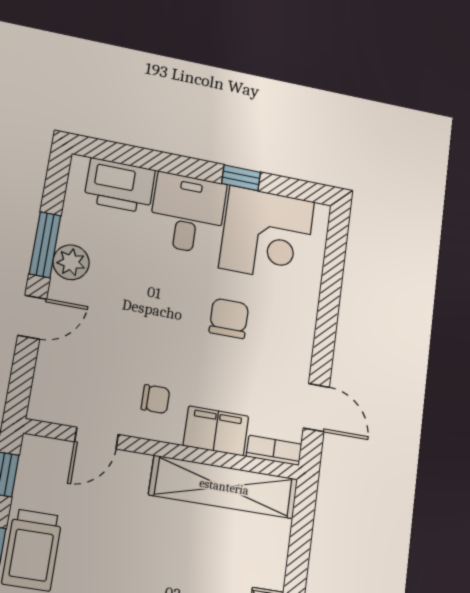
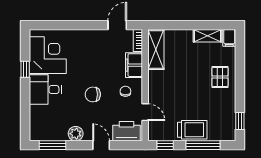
printer: (120, 186) -> (127, 131), moved, turned -90
window: (45, 245) -> (52, 145), moved
chair: (229, 318) -> (93, 94), moved
shelving: (224, 487) -> (156, 50), width x0.68

